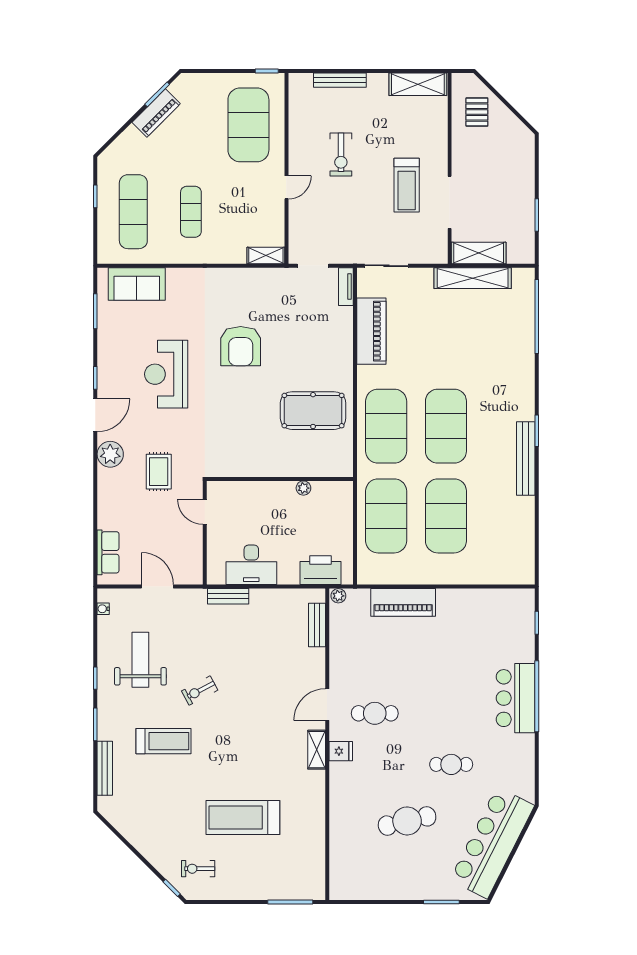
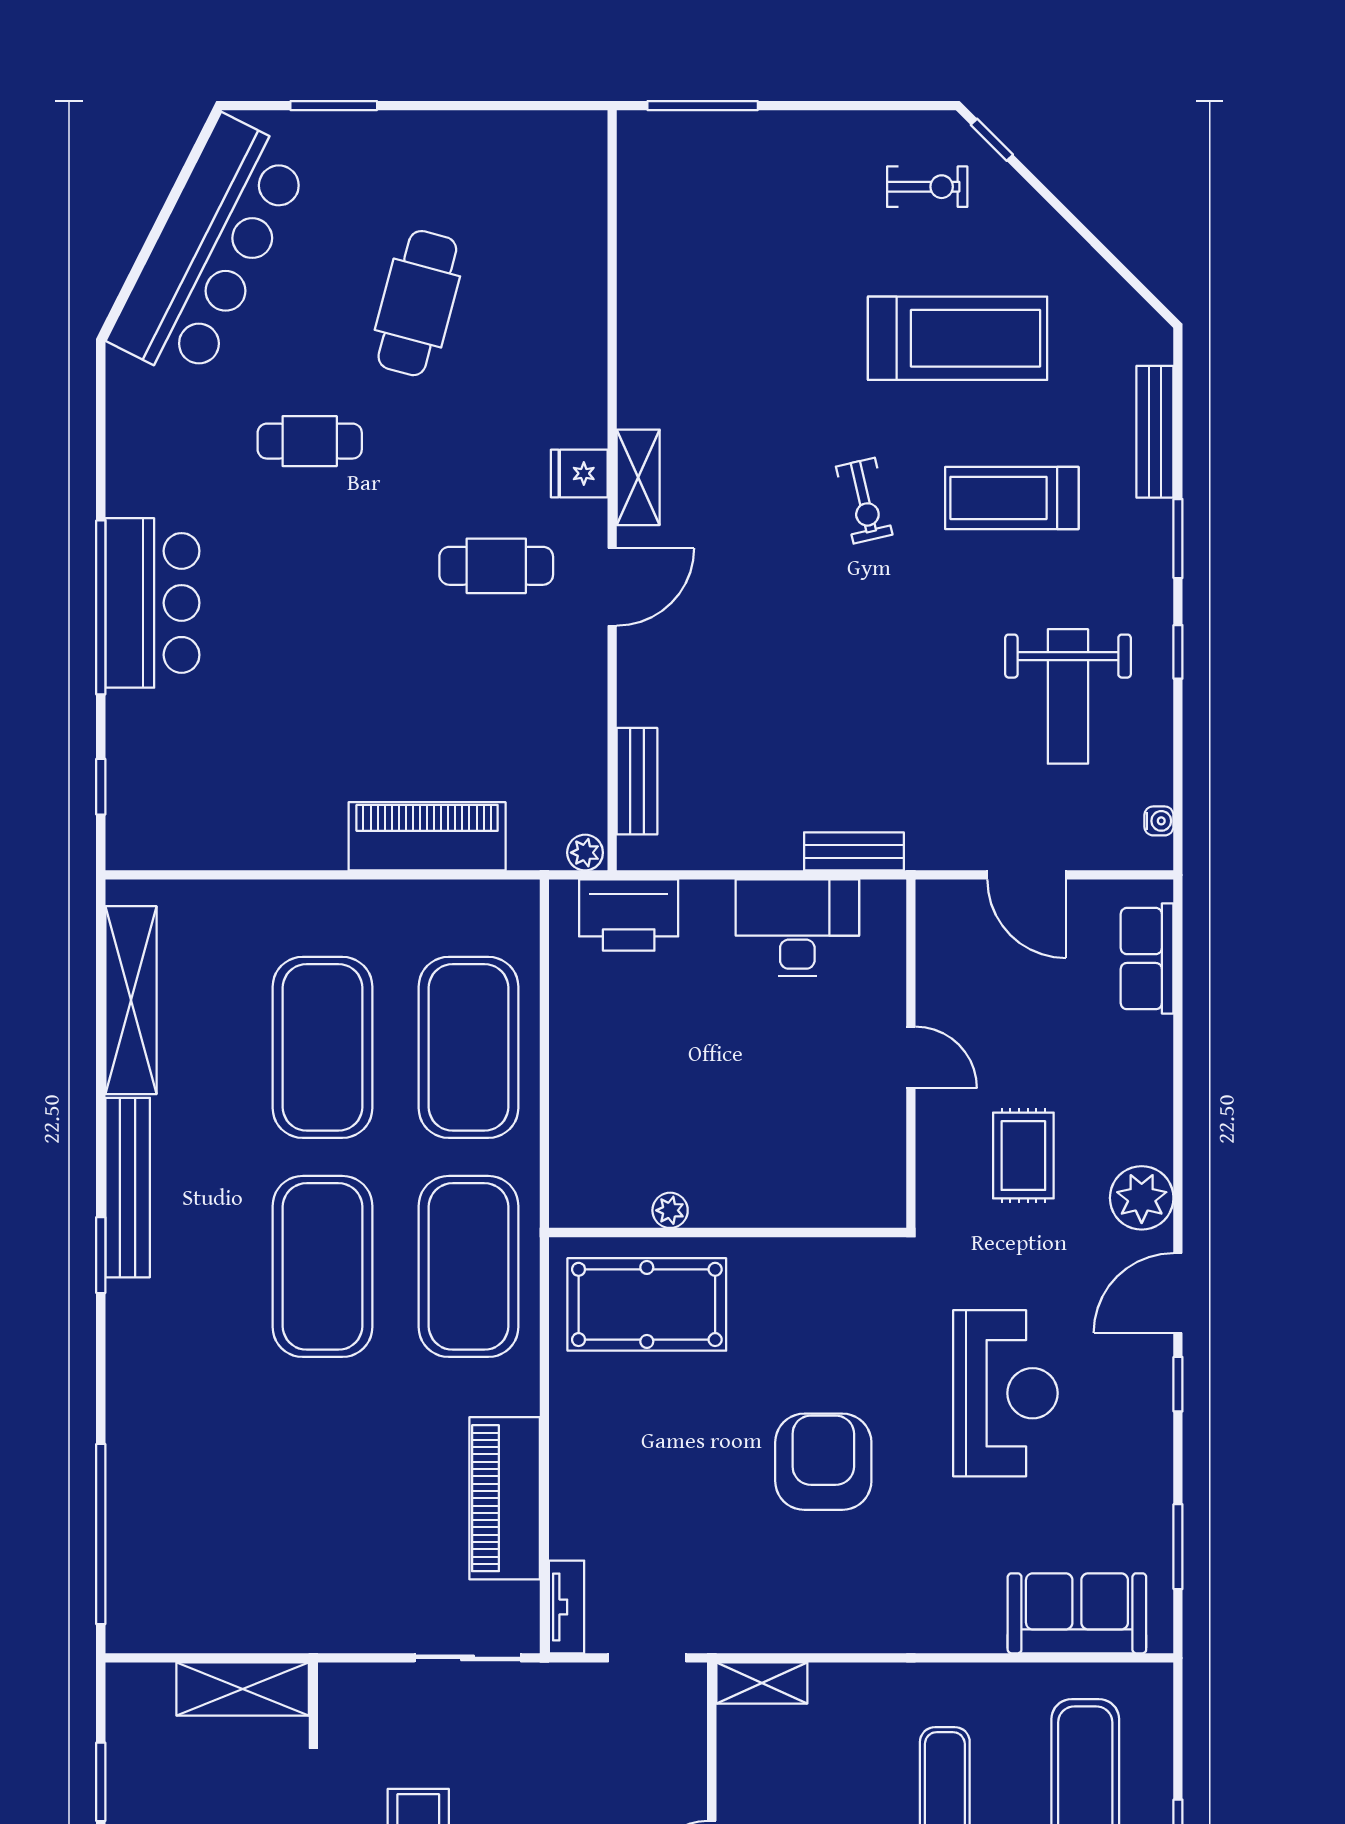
shelving: (473, 278) -> (131, 1000), moved, turned 90
wall: (280, 479) -> (728, 1233), moved
plant: (303, 488) -> (670, 1210), moved
exercise bike: (200, 691) -> (864, 501), moved, turned 105
treadmill: (243, 817) -> (958, 338), moved
cafe table: (407, 821) -> (417, 303), turned -62

